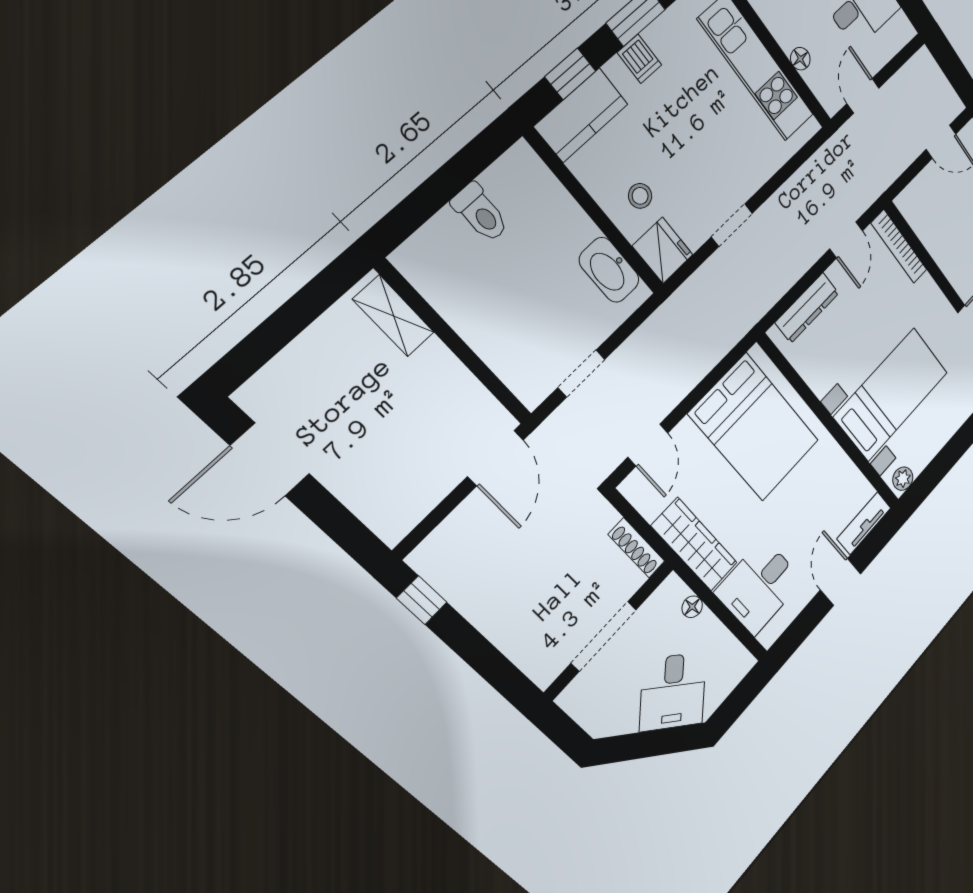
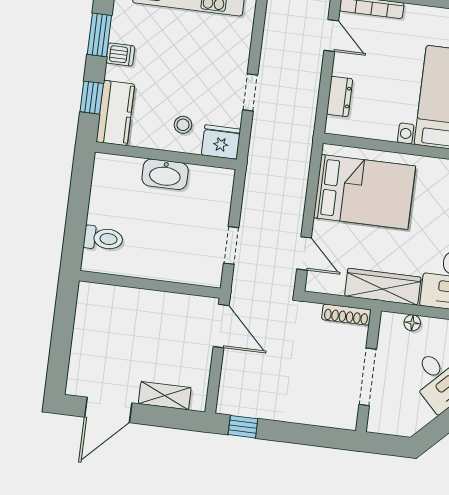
toilet: (481, 213) -> (103, 238), moved
washbasin: (609, 270) -> (165, 174), moved
dresser: (807, 308) -> (340, 96), width x0.70
shelving: (394, 316) -> (165, 396), moved

